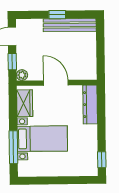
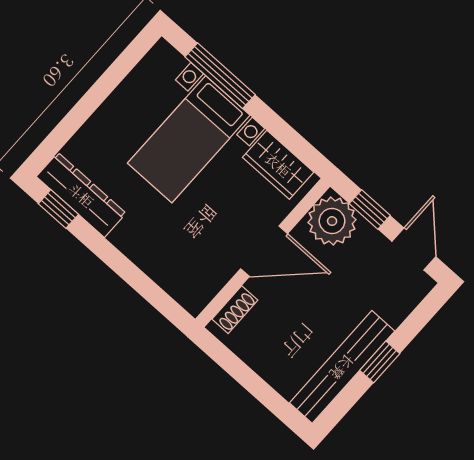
plant: (22, 75) -> (332, 221), width x1.88, depth x1.88
shoe rack: (83, 75) -> (235, 310), added
dresser: (90, 105) -> (81, 195), moved

